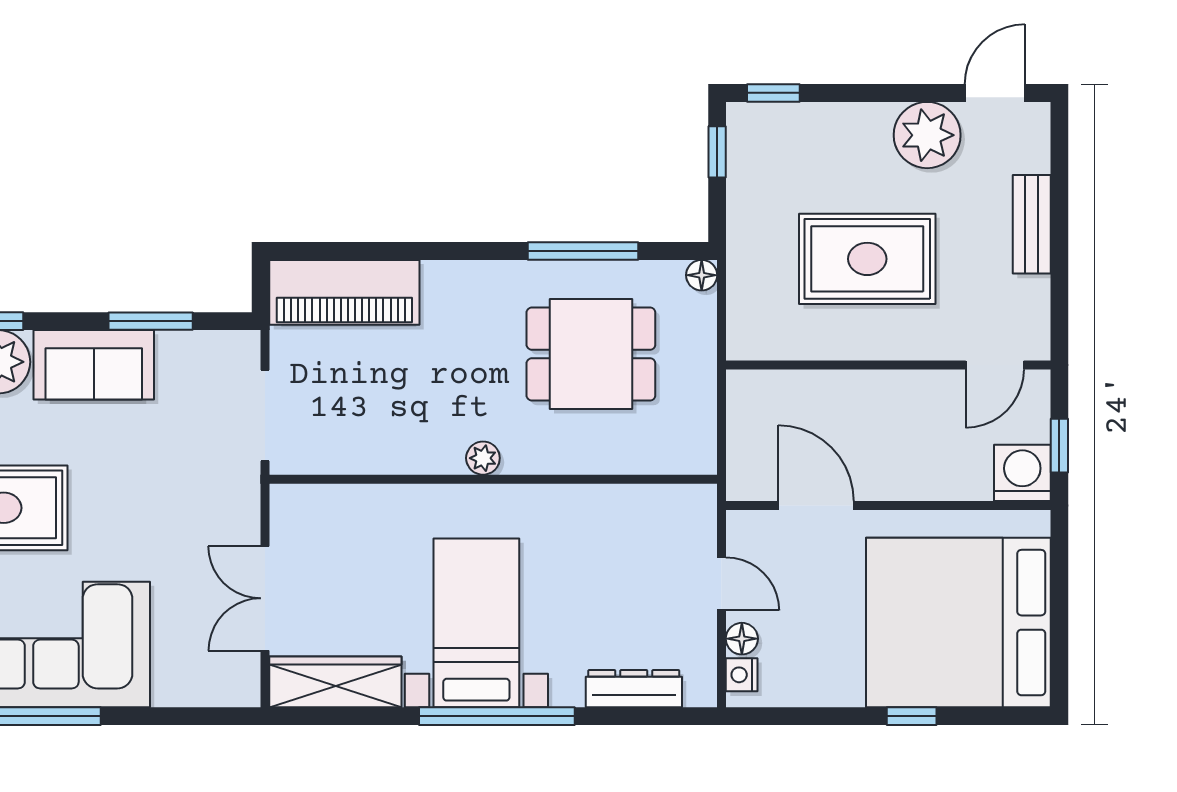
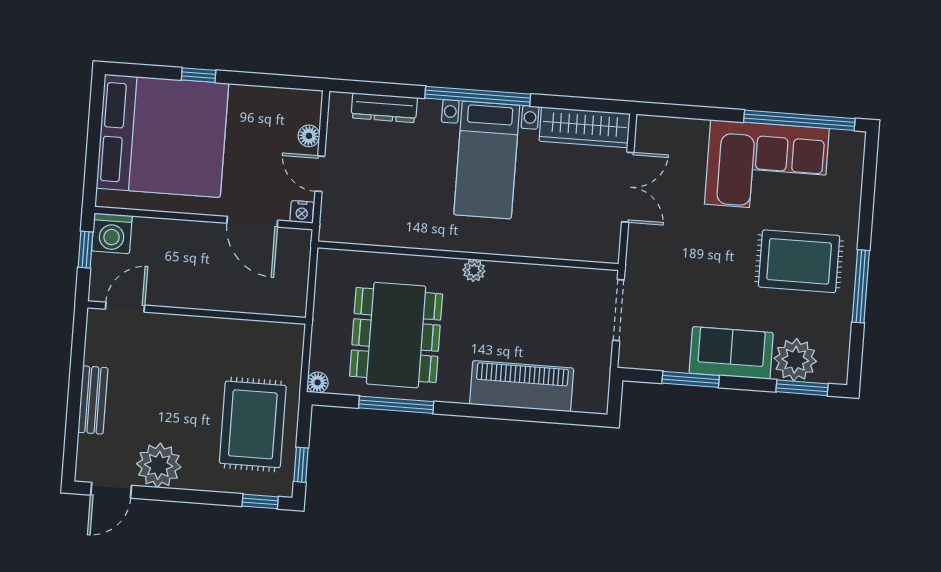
rug: (867, 259) -> (253, 424), moved, turned 90
piano: (344, 292) -> (522, 386), moved
dining table: (591, 354) -> (396, 335), width x1.38
nightstand: (742, 675) -> (302, 212), moved, turned 90

